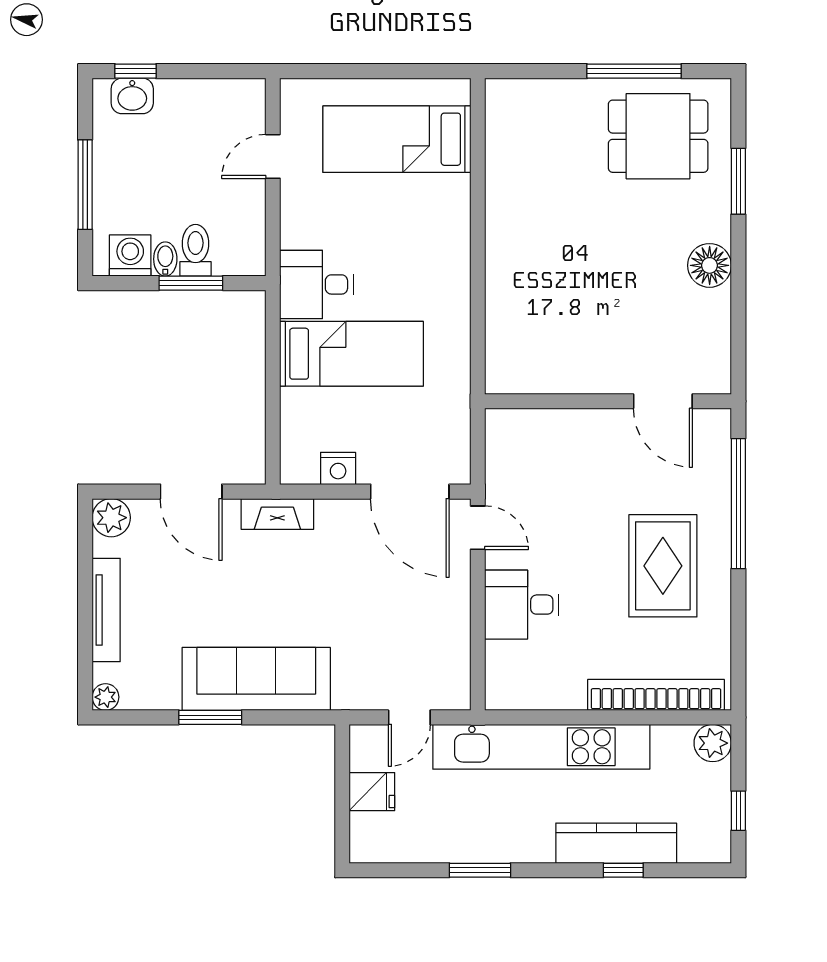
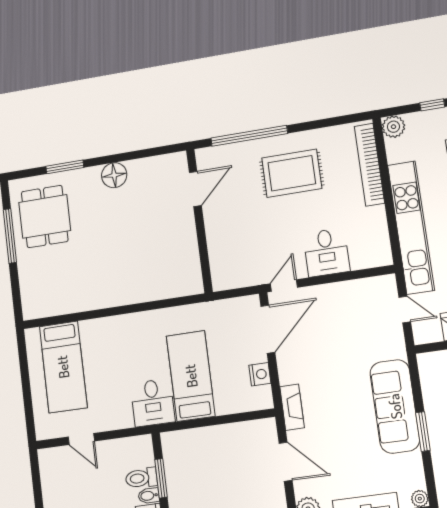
door: (191, 492) -> (286, 462), hinge flipped

